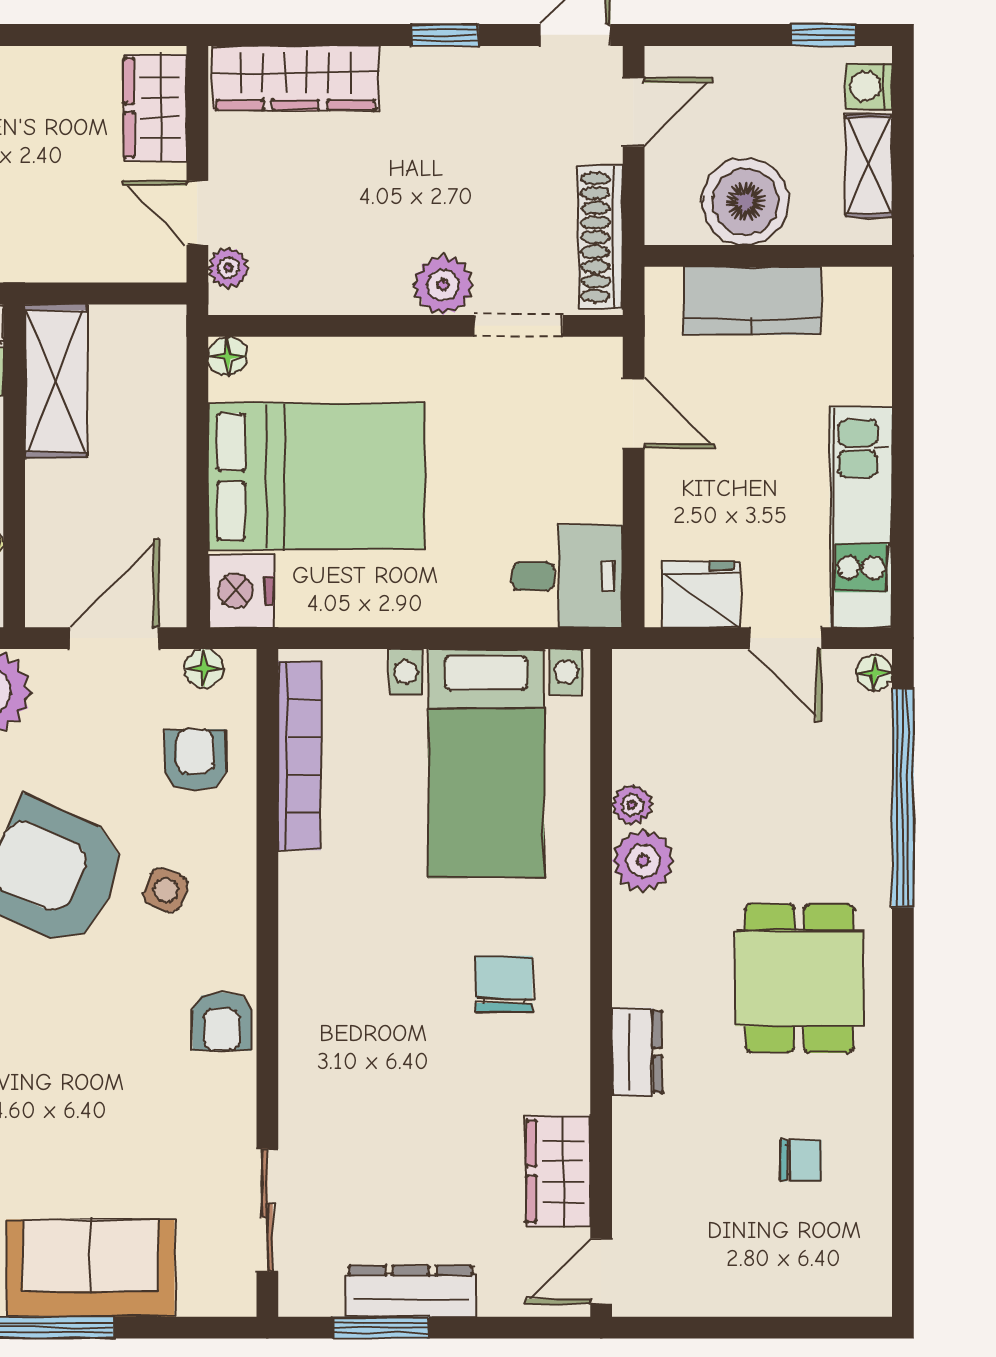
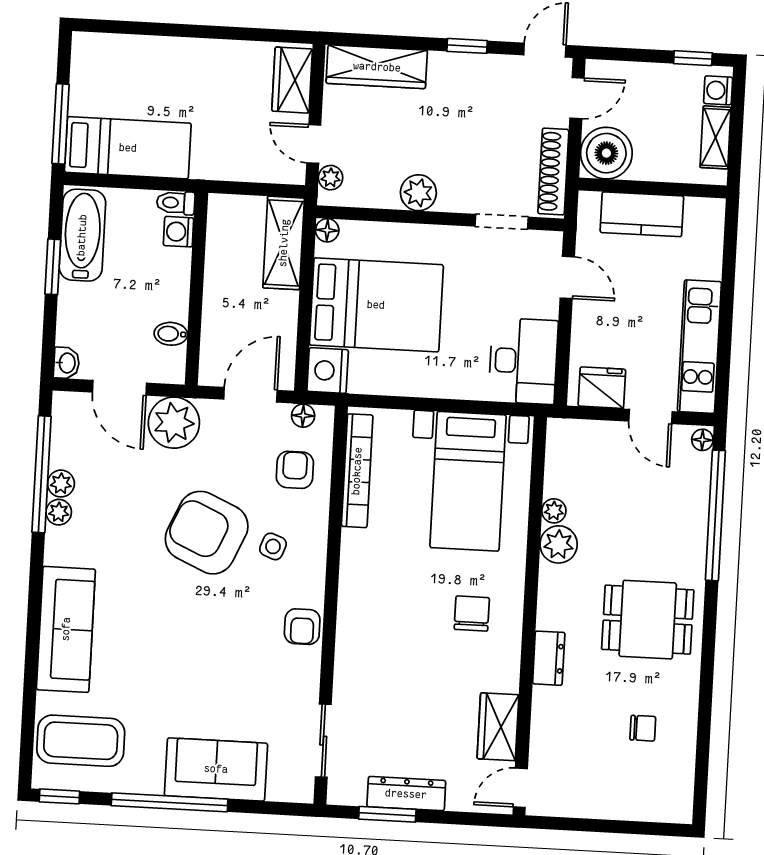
boiler: (745, 202) -> (606, 153), moved
plant: (443, 285) -> (418, 193), moved
shelving: (56, 381) -> (284, 243), moved
desk: (567, 576) -> (523, 361), width x1.37
dining table: (799, 978) -> (648, 620), turned 90

